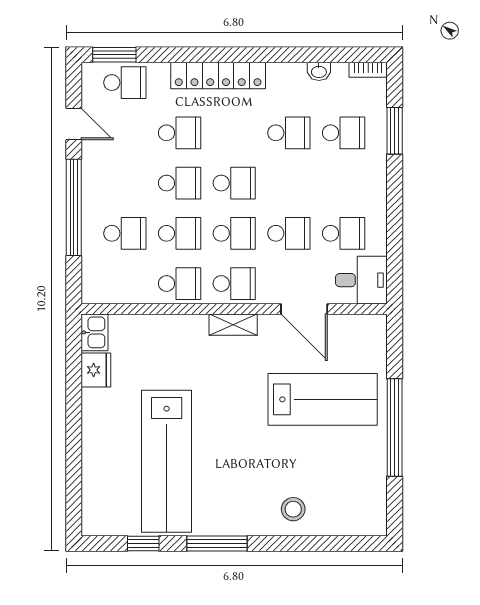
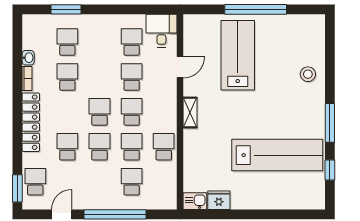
bookcase: (368, 70) -> (27, 79), moved
school desk: (234, 284) -> (164, 112), removed
door: (304, 309) -> (180, 67), width x0.73

